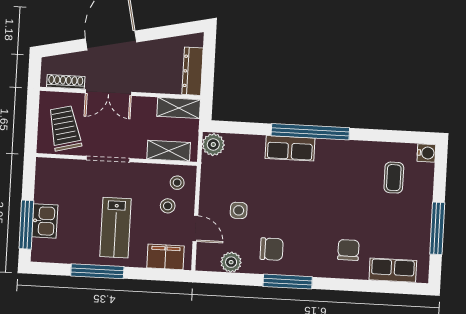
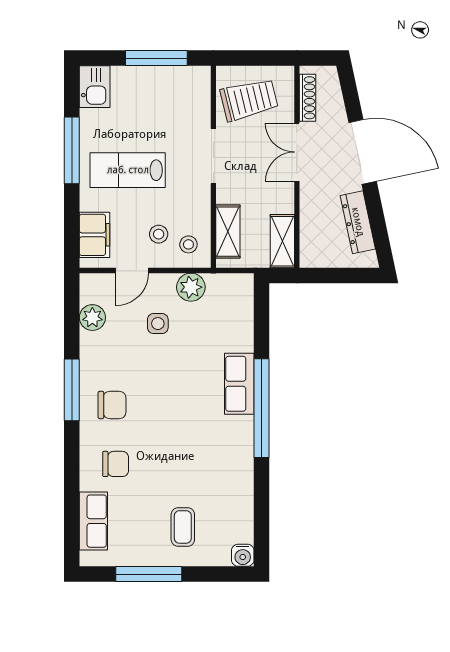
dresser: (193, 71) -> (358, 222), moved, turned -102
plant: (213, 145) -> (191, 287), moved
coffee table: (394, 178) -> (183, 527), moved, turned 90
kitchen sink: (45, 221) -> (95, 87), moved, turned -90
window: (26, 225) -> (156, 58), moved
chair: (272, 249) -> (112, 405), moved, turned -90

